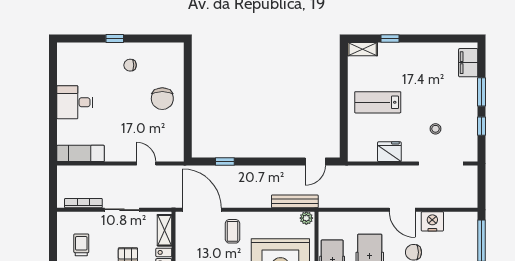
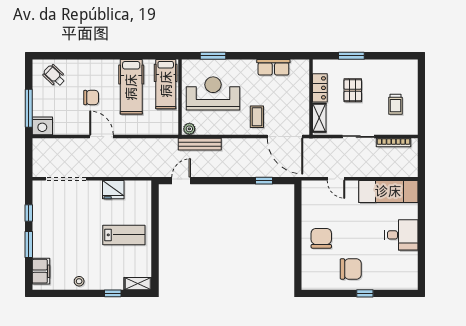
chair: (130, 65) -> (351, 269), width x1.87, depth x1.87
stool: (436, 129) -> (79, 281), moved
exam couch: (81, 153) -> (388, 191), width x1.36, depth x1.45
nightstand: (432, 221) -> (42, 126), moved

